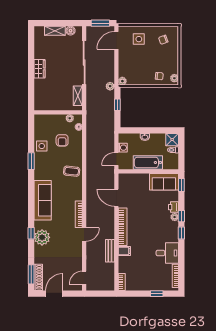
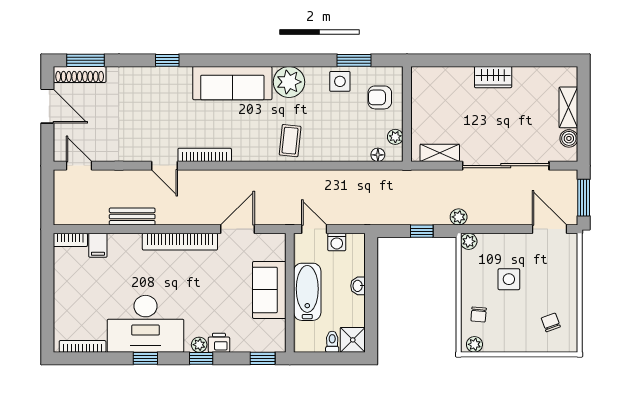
side table: (139, 39) -> (509, 279), moved
armchair: (62, 140) -> (380, 97), moved
window: (31, 161) -> (354, 60), moved
sofa: (164, 182) -> (269, 290), moved
window: (181, 233) -> (145, 358), moved
plant: (42, 237) -> (289, 82), moved
filing cabinet: (124, 251) -> (98, 245), moved
desk: (167, 253) -> (146, 324), width x1.87, depth x1.30
window: (157, 294) -> (47, 309), removed

